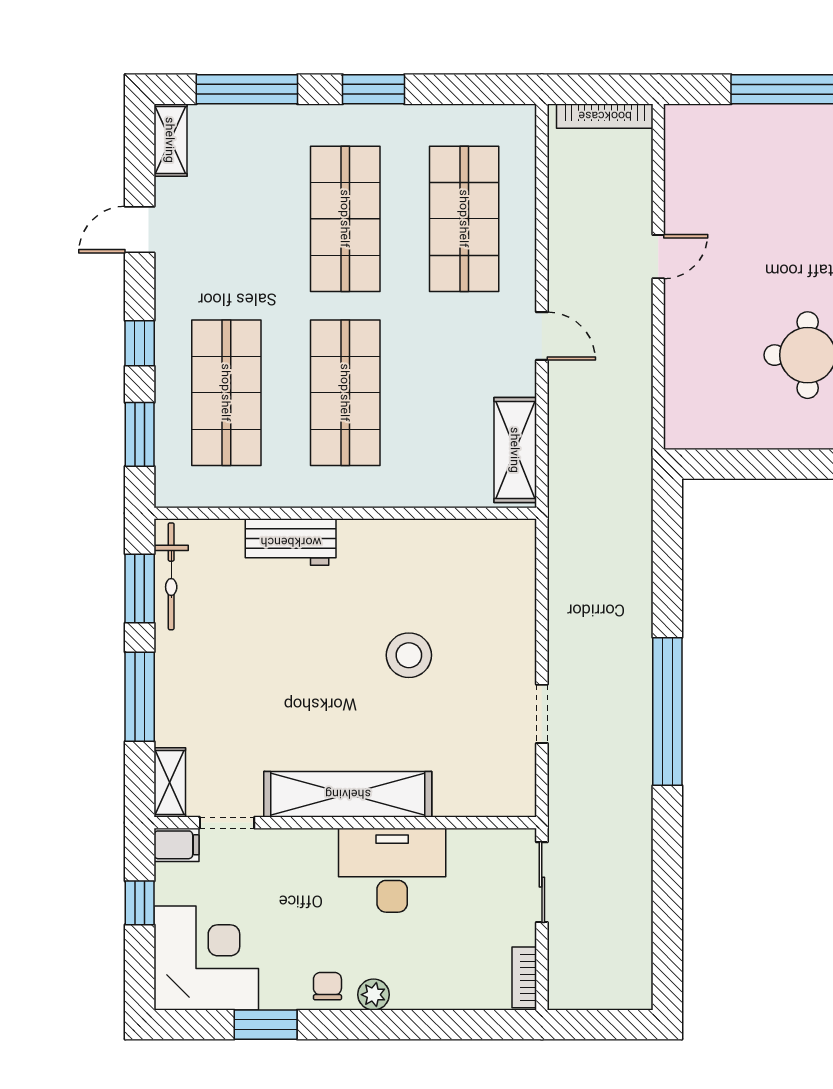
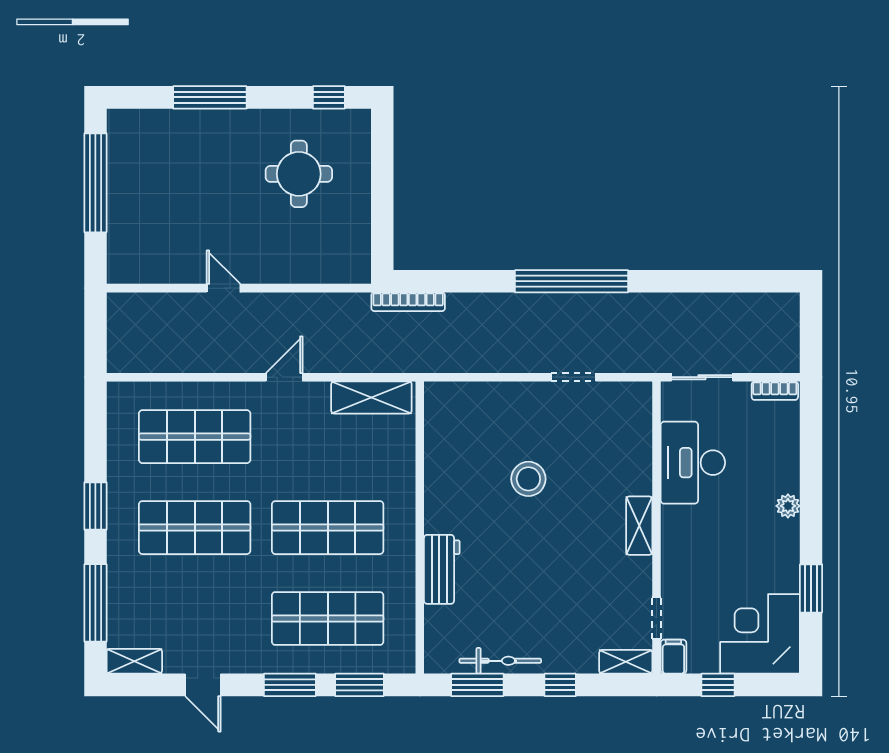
bookcase: (605, 116) -> (408, 302), moved, turned 90
window: (140, 343) -> (290, 685), width x1.50
bicycle: (171, 576) -> (500, 661), moved
window: (140, 697) -> (560, 685), width x0.46
shelving: (348, 794) -> (639, 526), width x0.45, depth x0.75
desk: (392, 870) -> (693, 463), moved
chair: (327, 986) -> (782, 541), removed

